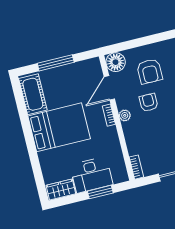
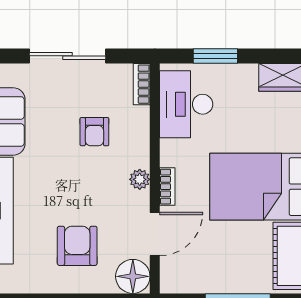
armchair: (149, 102) -> (94, 132), moved
desk: (91, 175) -> (186, 104), moved, turned -90

